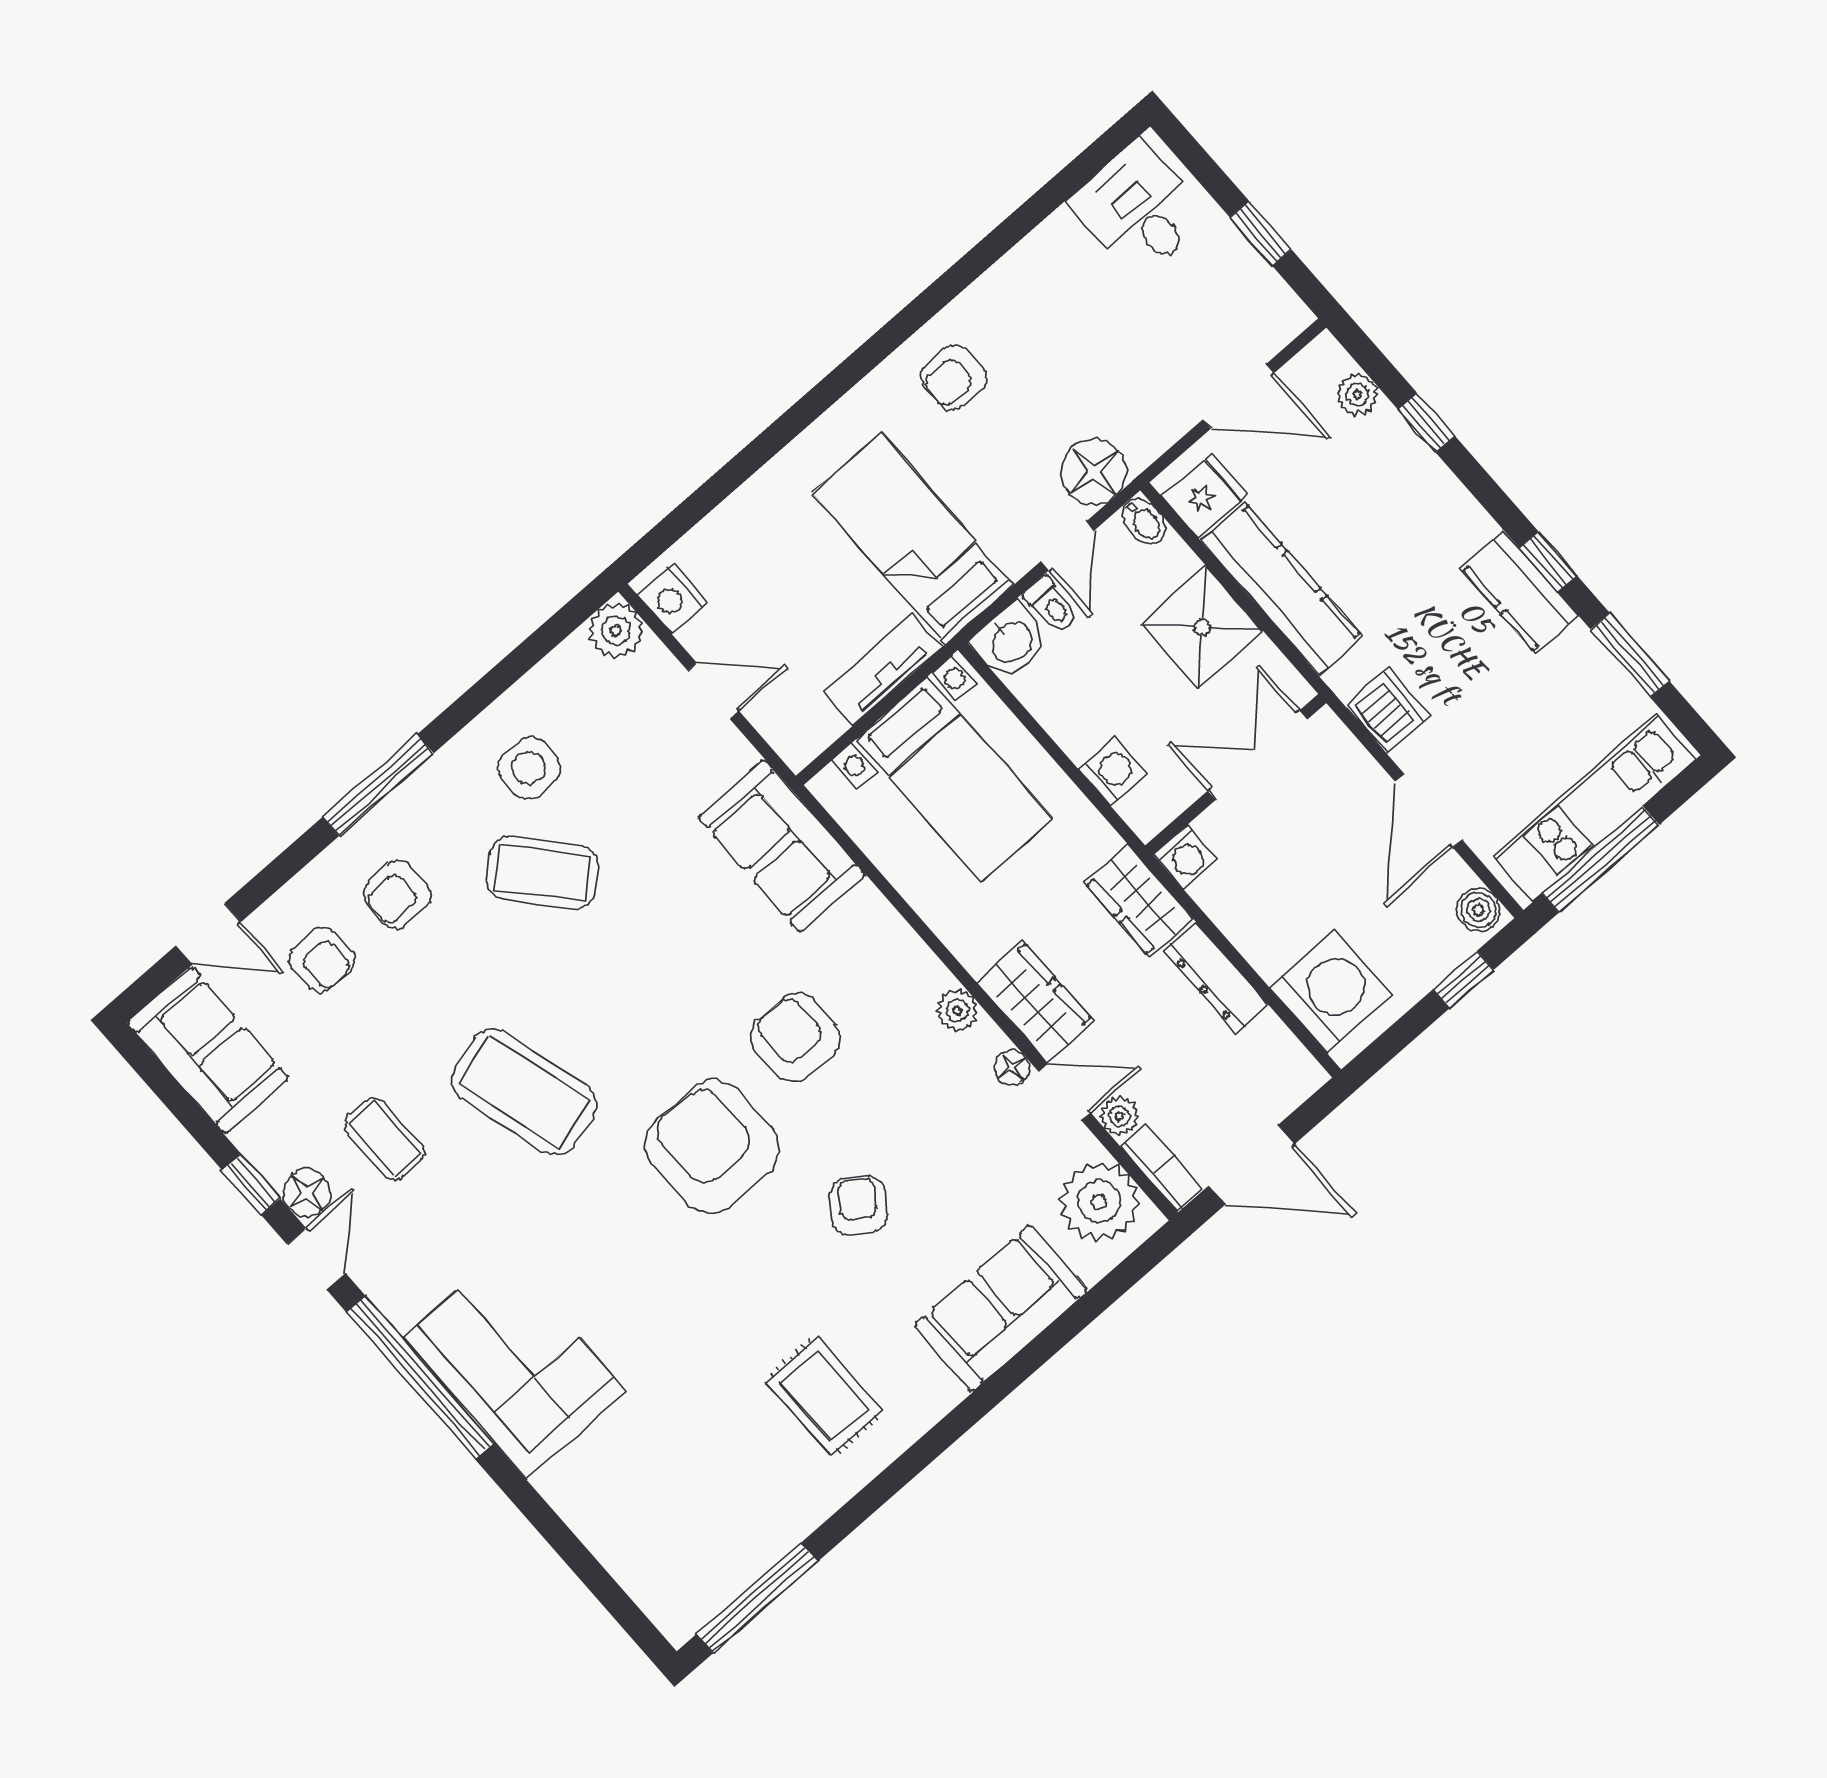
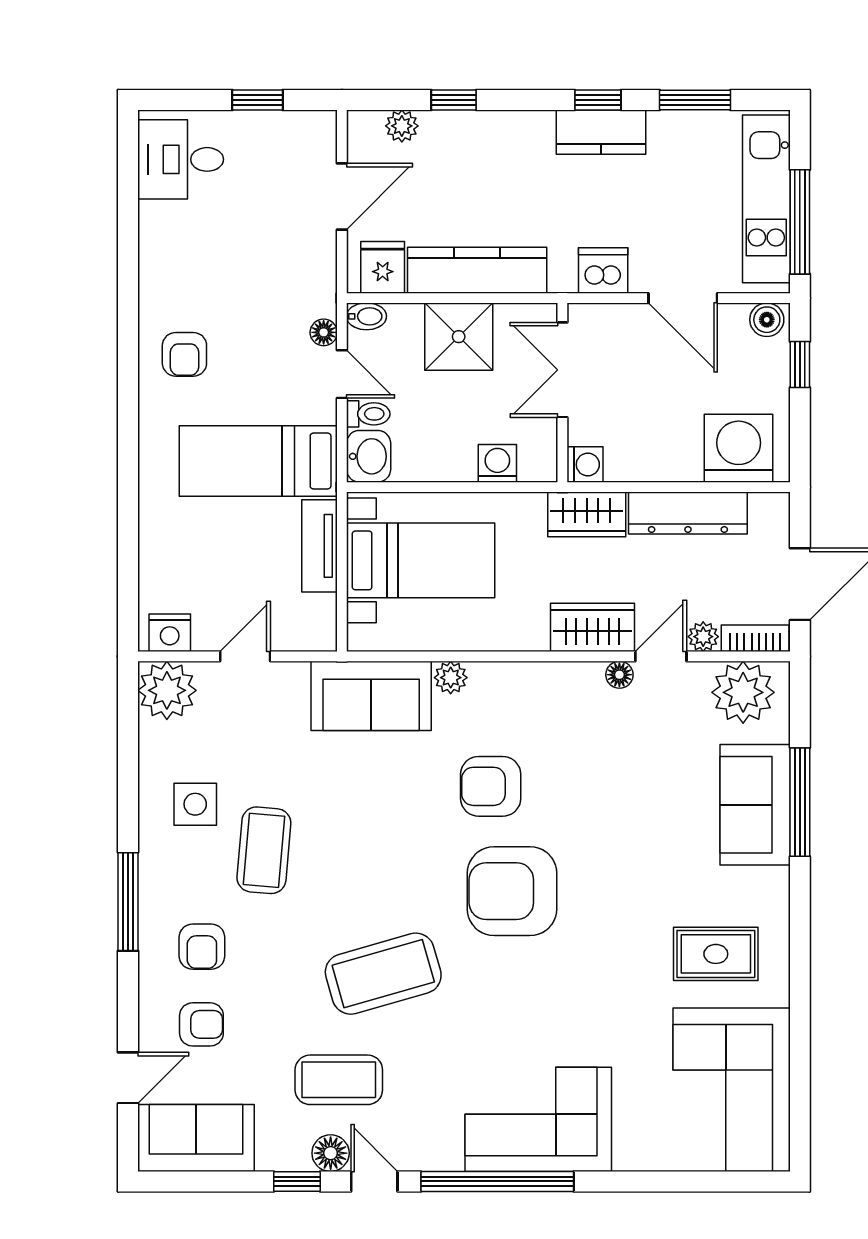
floor lamp: (1094, 472) -> (324, 332), width x0.53, depth x0.53
plant: (616, 630) -> (167, 690), width x1.36, depth x1.36
coffee table: (542, 873) -> (264, 850), turned -44
dresser: (1216, 978) -> (688, 513), width x1.37, depth x1.24
plant: (957, 1011) -> (451, 678), moved
coffee table: (384, 1139) -> (339, 1080), width x1.36, depth x1.30
armchair: (858, 1206) -> (622, 836), removed
corner sofa: (706, 1526) -> (732, 1090), added
window: (757, 1598) -> (800, 802), moved

